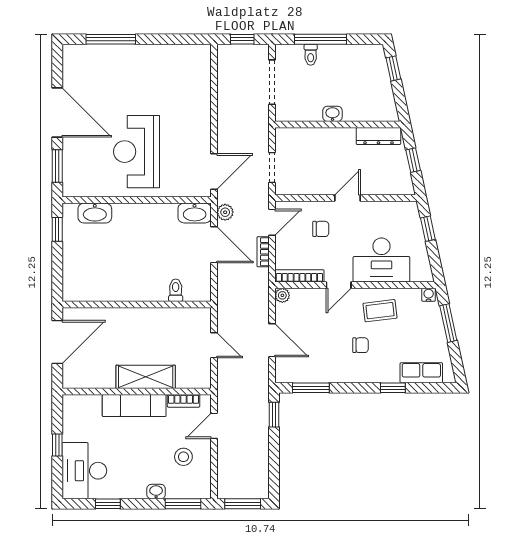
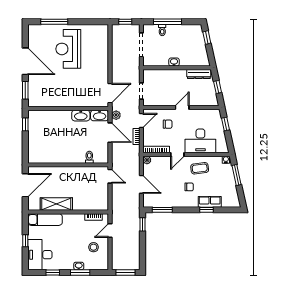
reception desk: (136, 152) -> (68, 49), moved
washbasin: (95, 213) -> (81, 116), moved
door: (214, 345) -> (110, 176), moved
row of seats: (421, 373) -> (210, 202), moved
shelving: (146, 377) -> (56, 204), moved
exam couch: (134, 406) -> (45, 220), moved
window: (183, 504) -> (80, 273), moved

